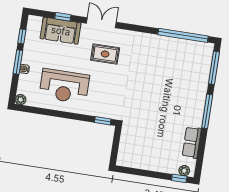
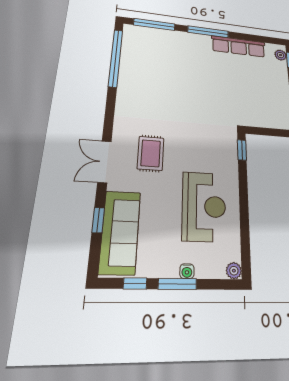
sofa: (61, 31) -> (120, 232), width x1.36
row of seats: (192, 142) -> (239, 46), width x1.48

